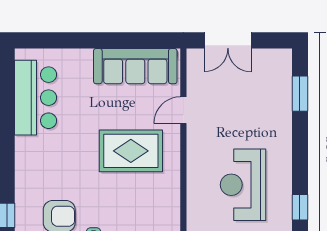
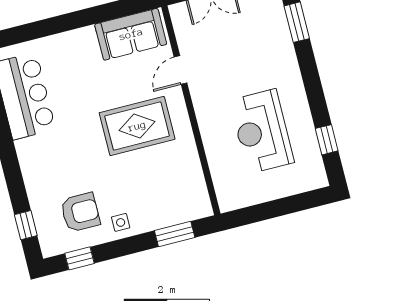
sofa: (135, 66) -> (131, 34), width x0.73

